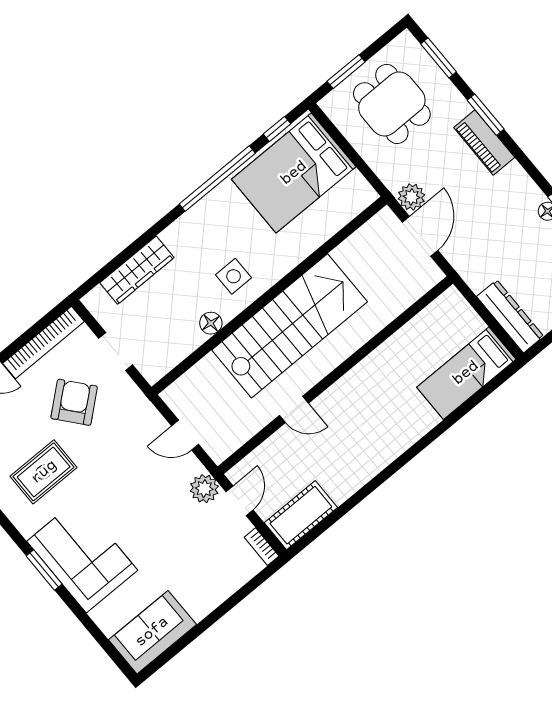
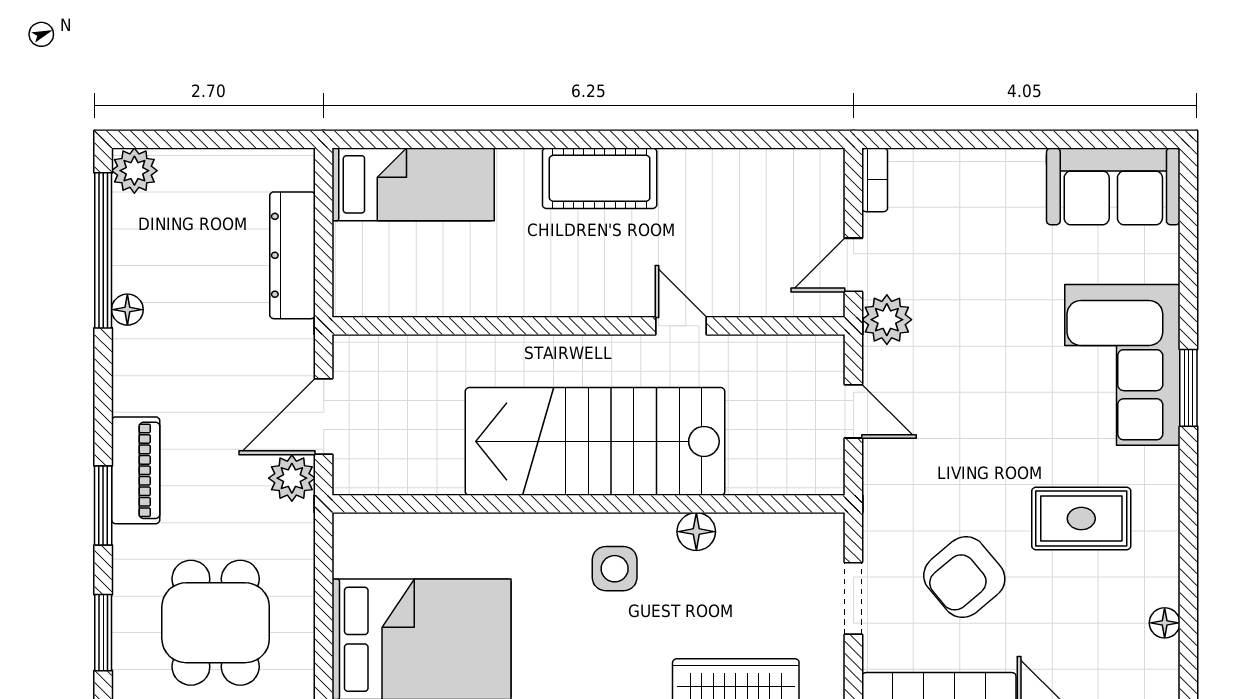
dresser: (510, 316) -> (293, 255), moved
cot: (301, 515) -> (600, 178), moved

